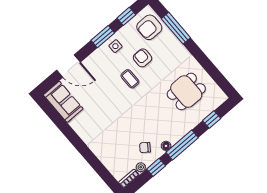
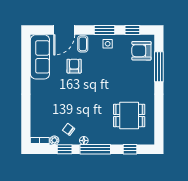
armchair: (142, 58) -> (74, 66), moved
door: (68, 66) -> (64, 30), hinge flipped
coffee table: (130, 79) -> (83, 44), moved
sofa: (63, 102) -> (40, 57), width x1.36

